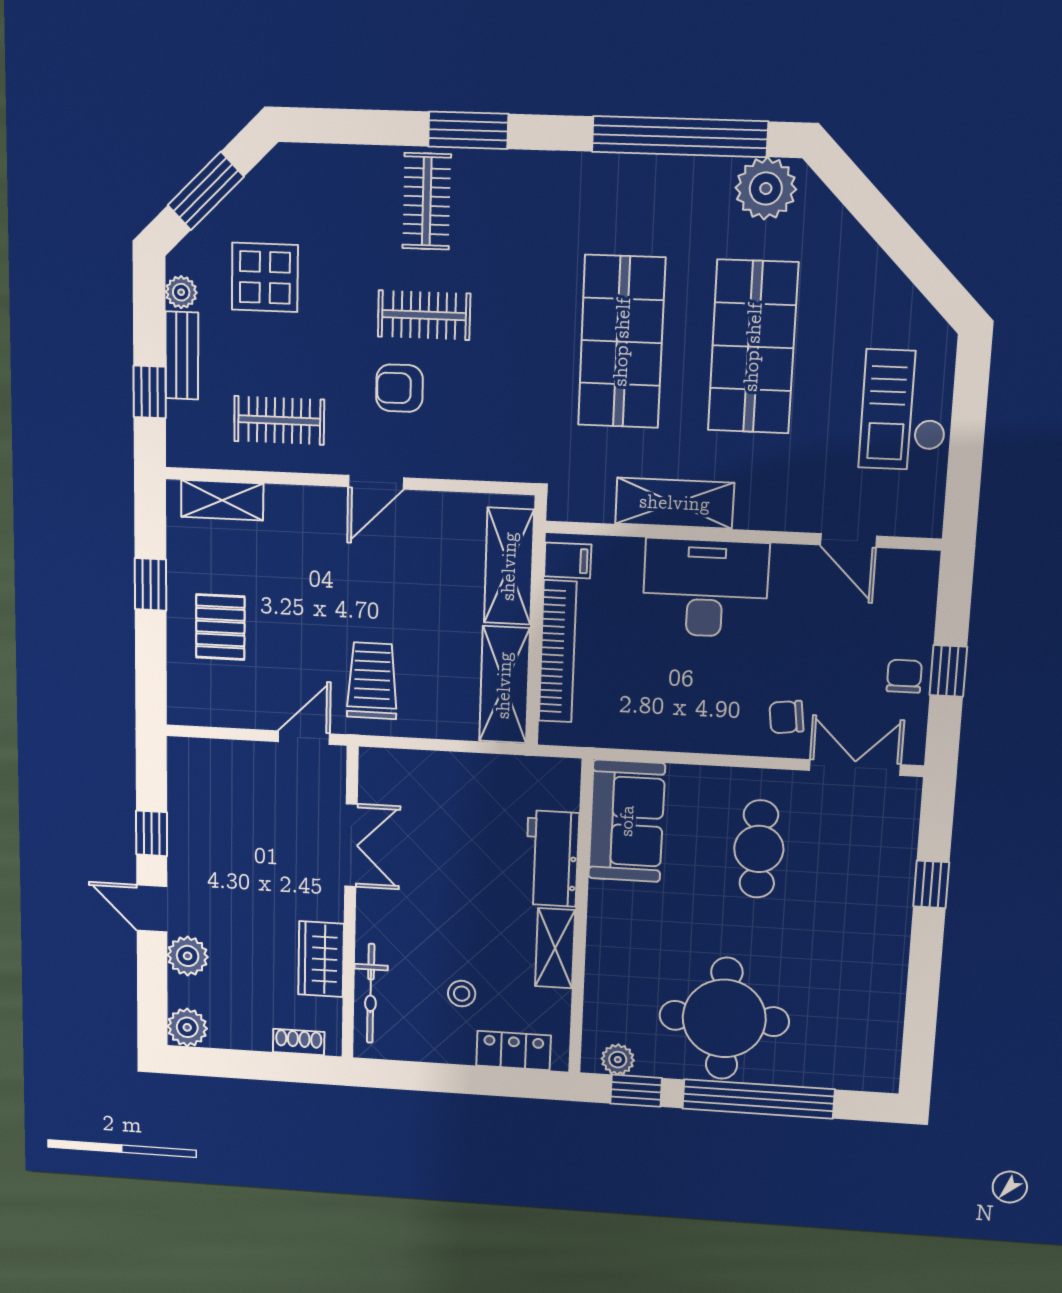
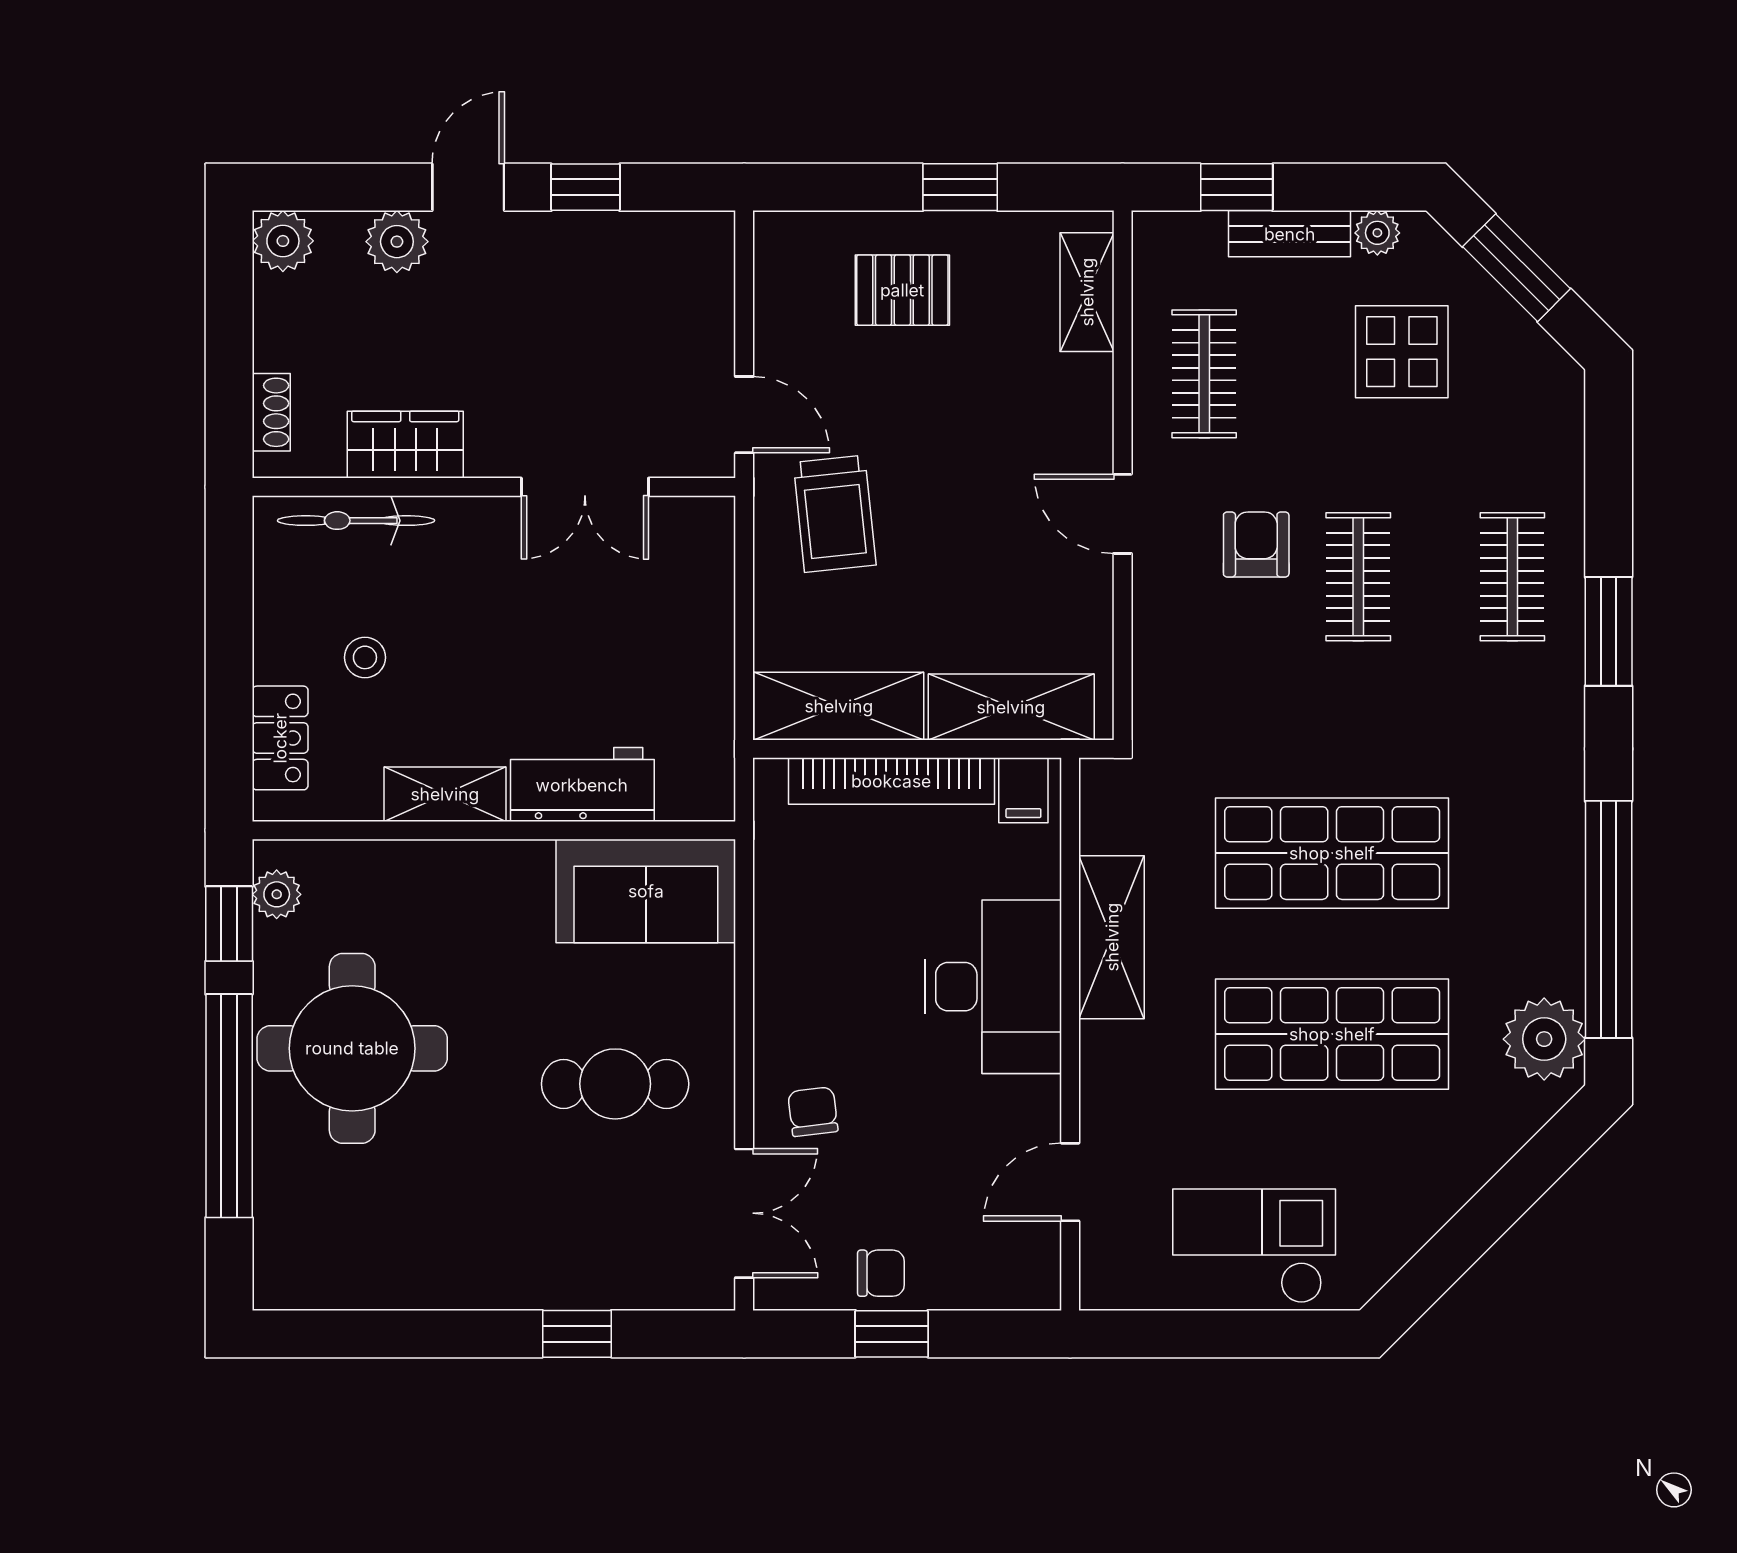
clothes rail: (427, 201) -> (1512, 577), turned 90
trolley: (372, 681) -> (835, 514), turned 84

